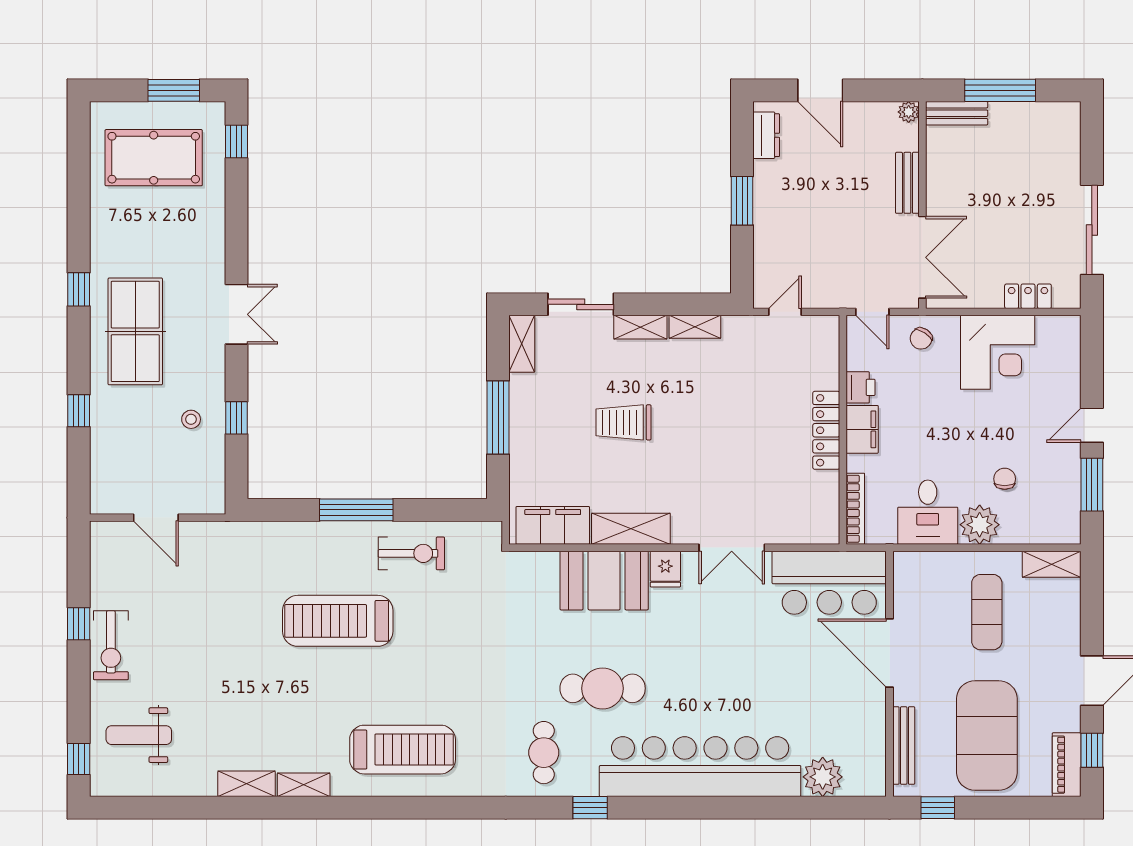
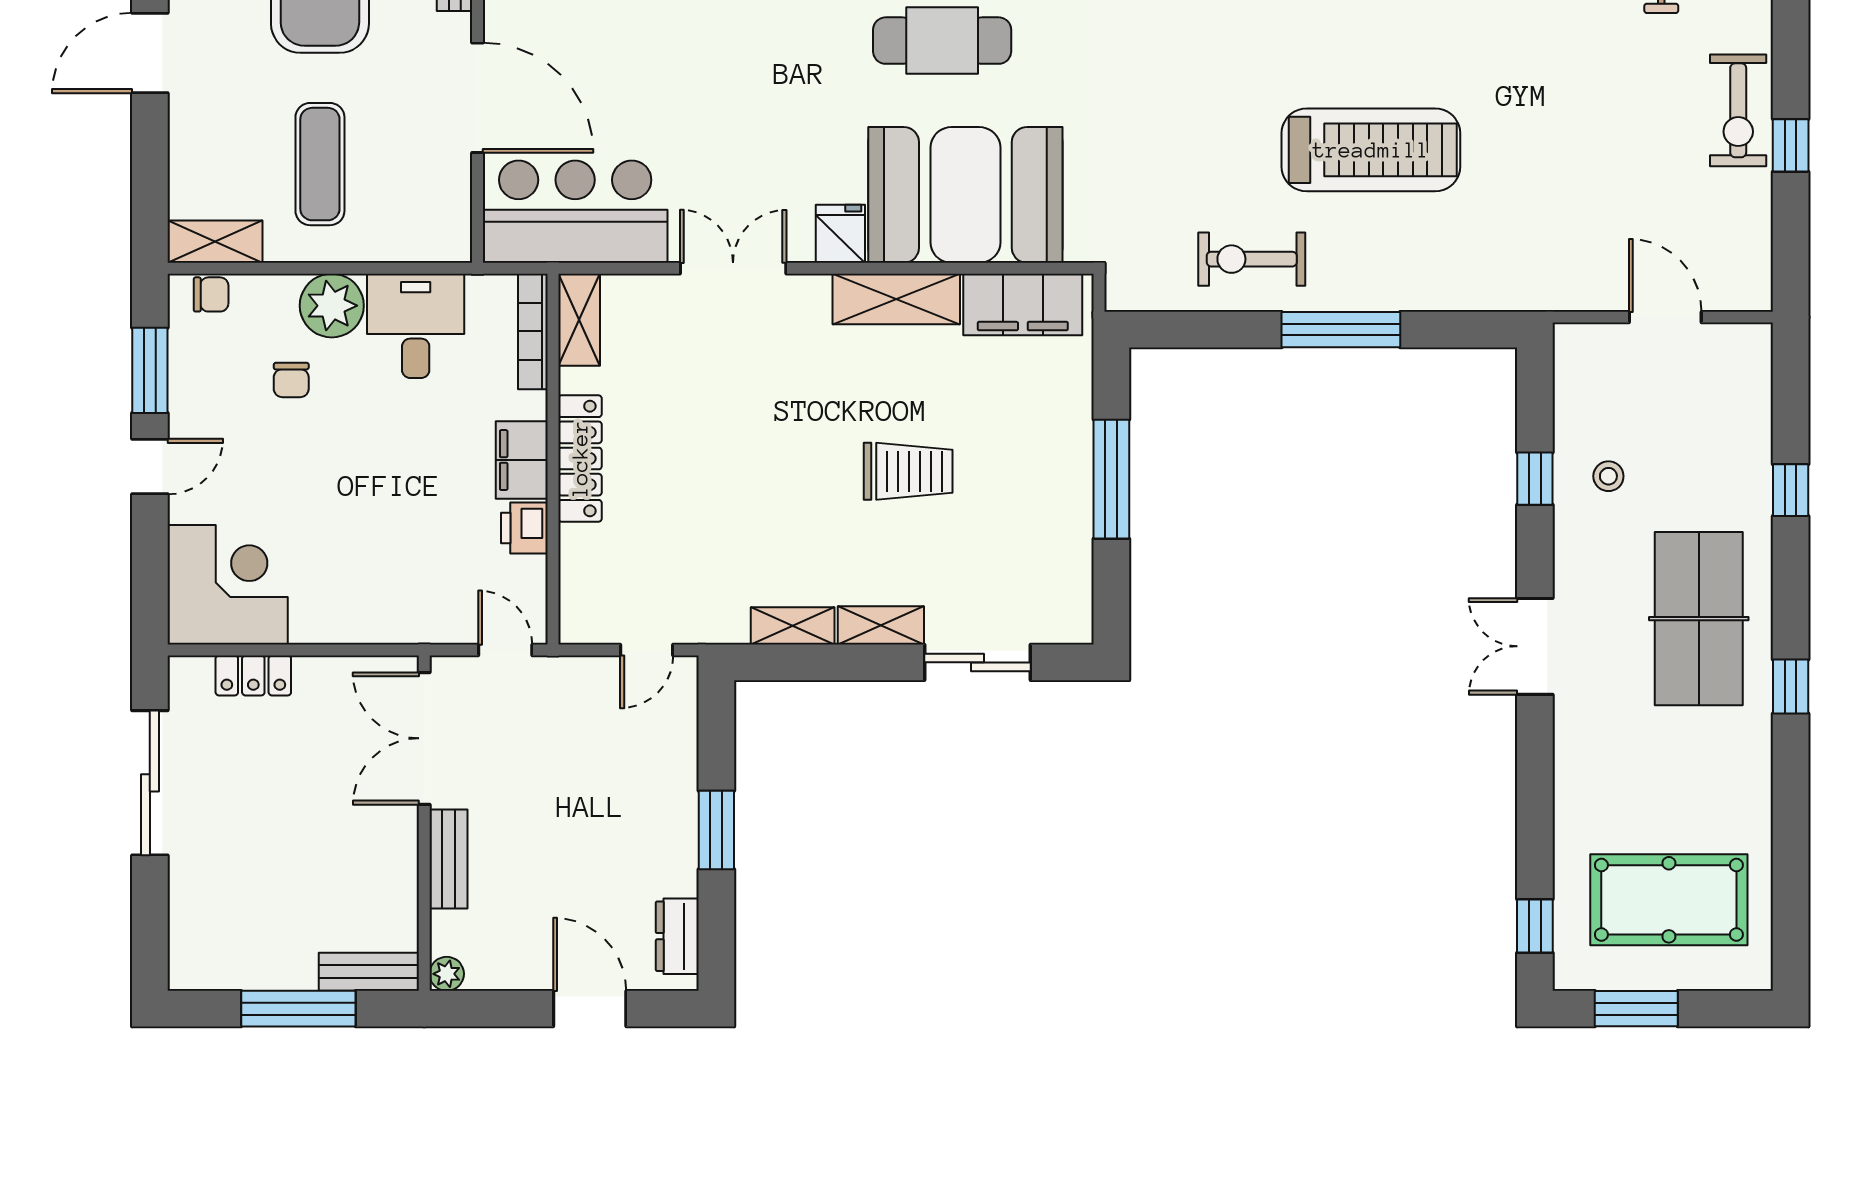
chair: (921, 339) -> (211, 294), moved, turned 57
shelving: (522, 344) -> (579, 320), moved
corner desk: (998, 352) -> (228, 585), moved, turned 90
booth: (604, 581) -> (965, 195), width x1.36, depth x1.42
exercise bike: (111, 645) -> (1738, 110), turned 180

